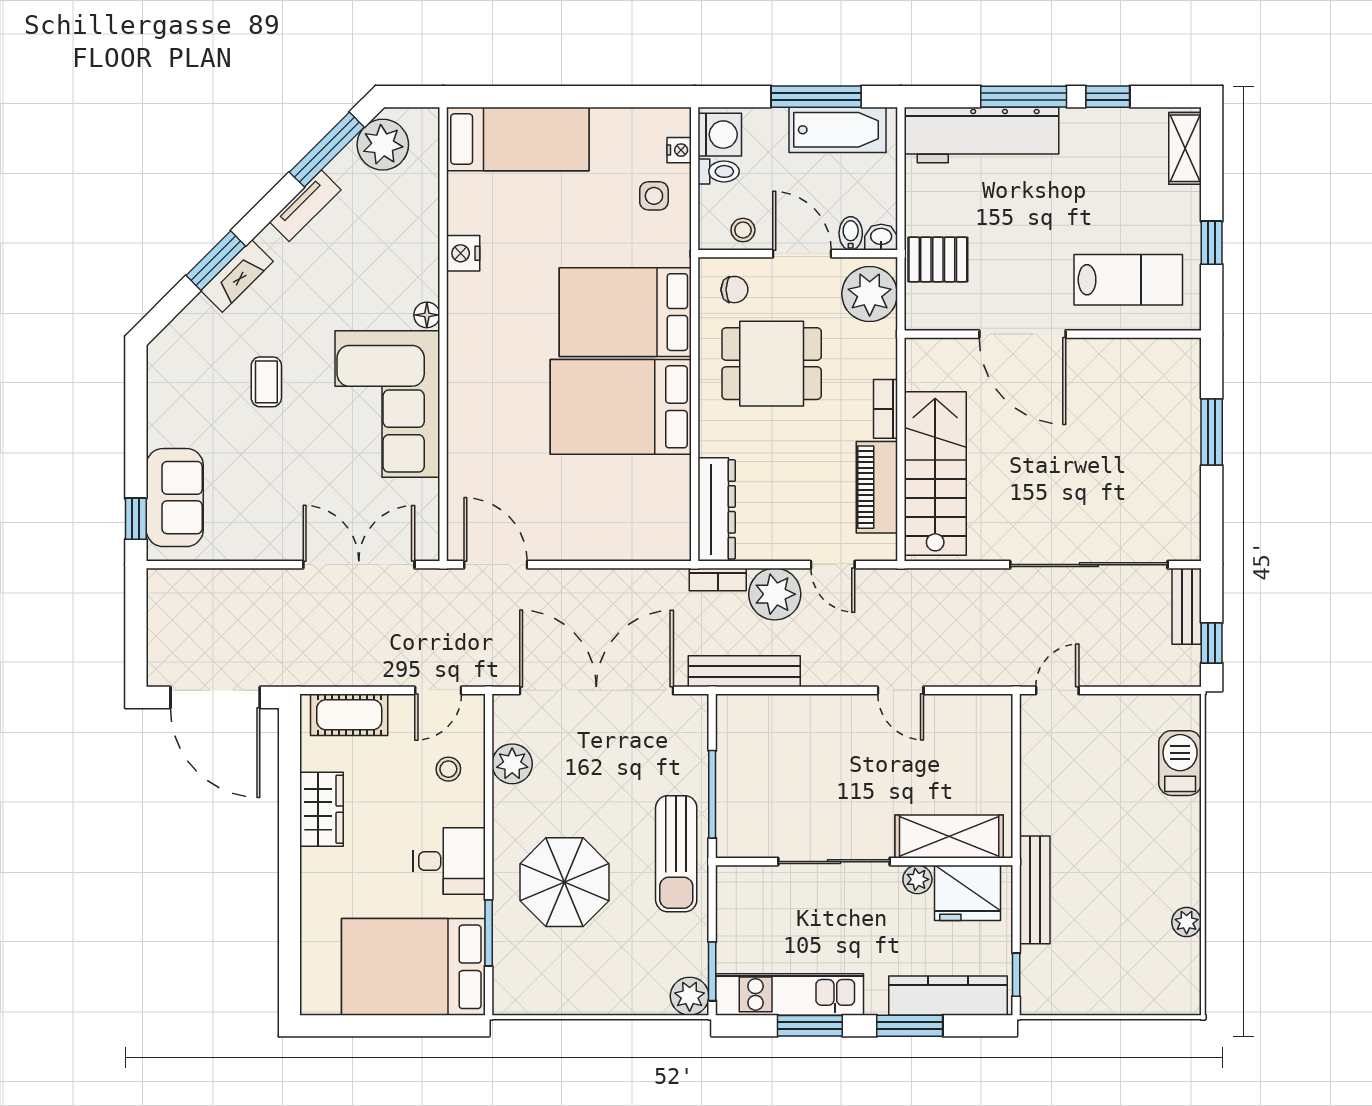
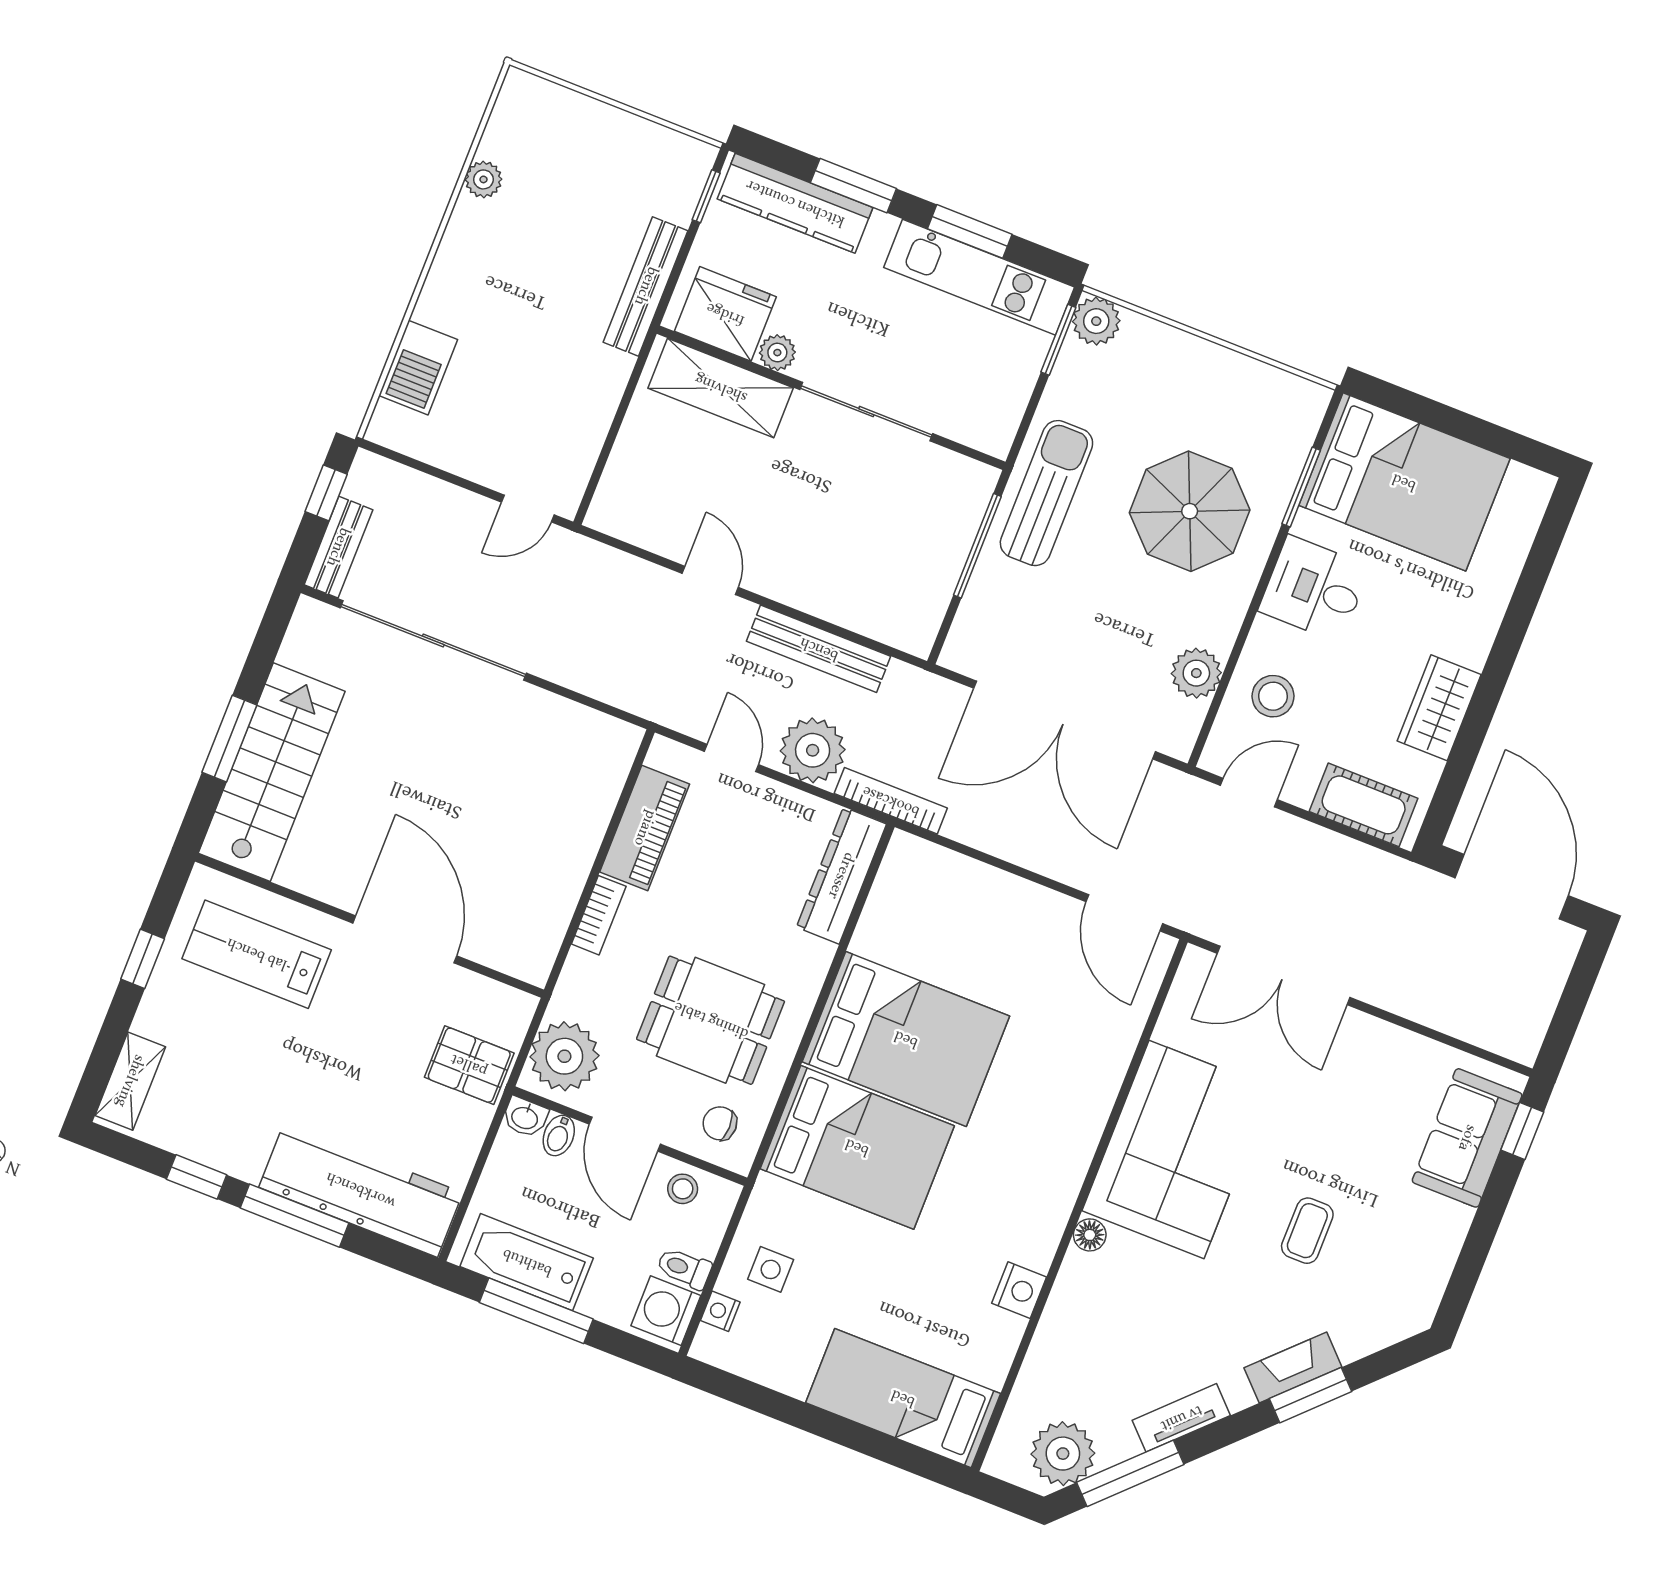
stairs: (935, 474) -> (272, 772), moved, turned 180
bookcase: (718, 579) -> (891, 801), width x1.56
bench: (744, 671) -> (819, 649), moved
stool: (448, 769) -> (1273, 696), width x1.37, depth x1.37

